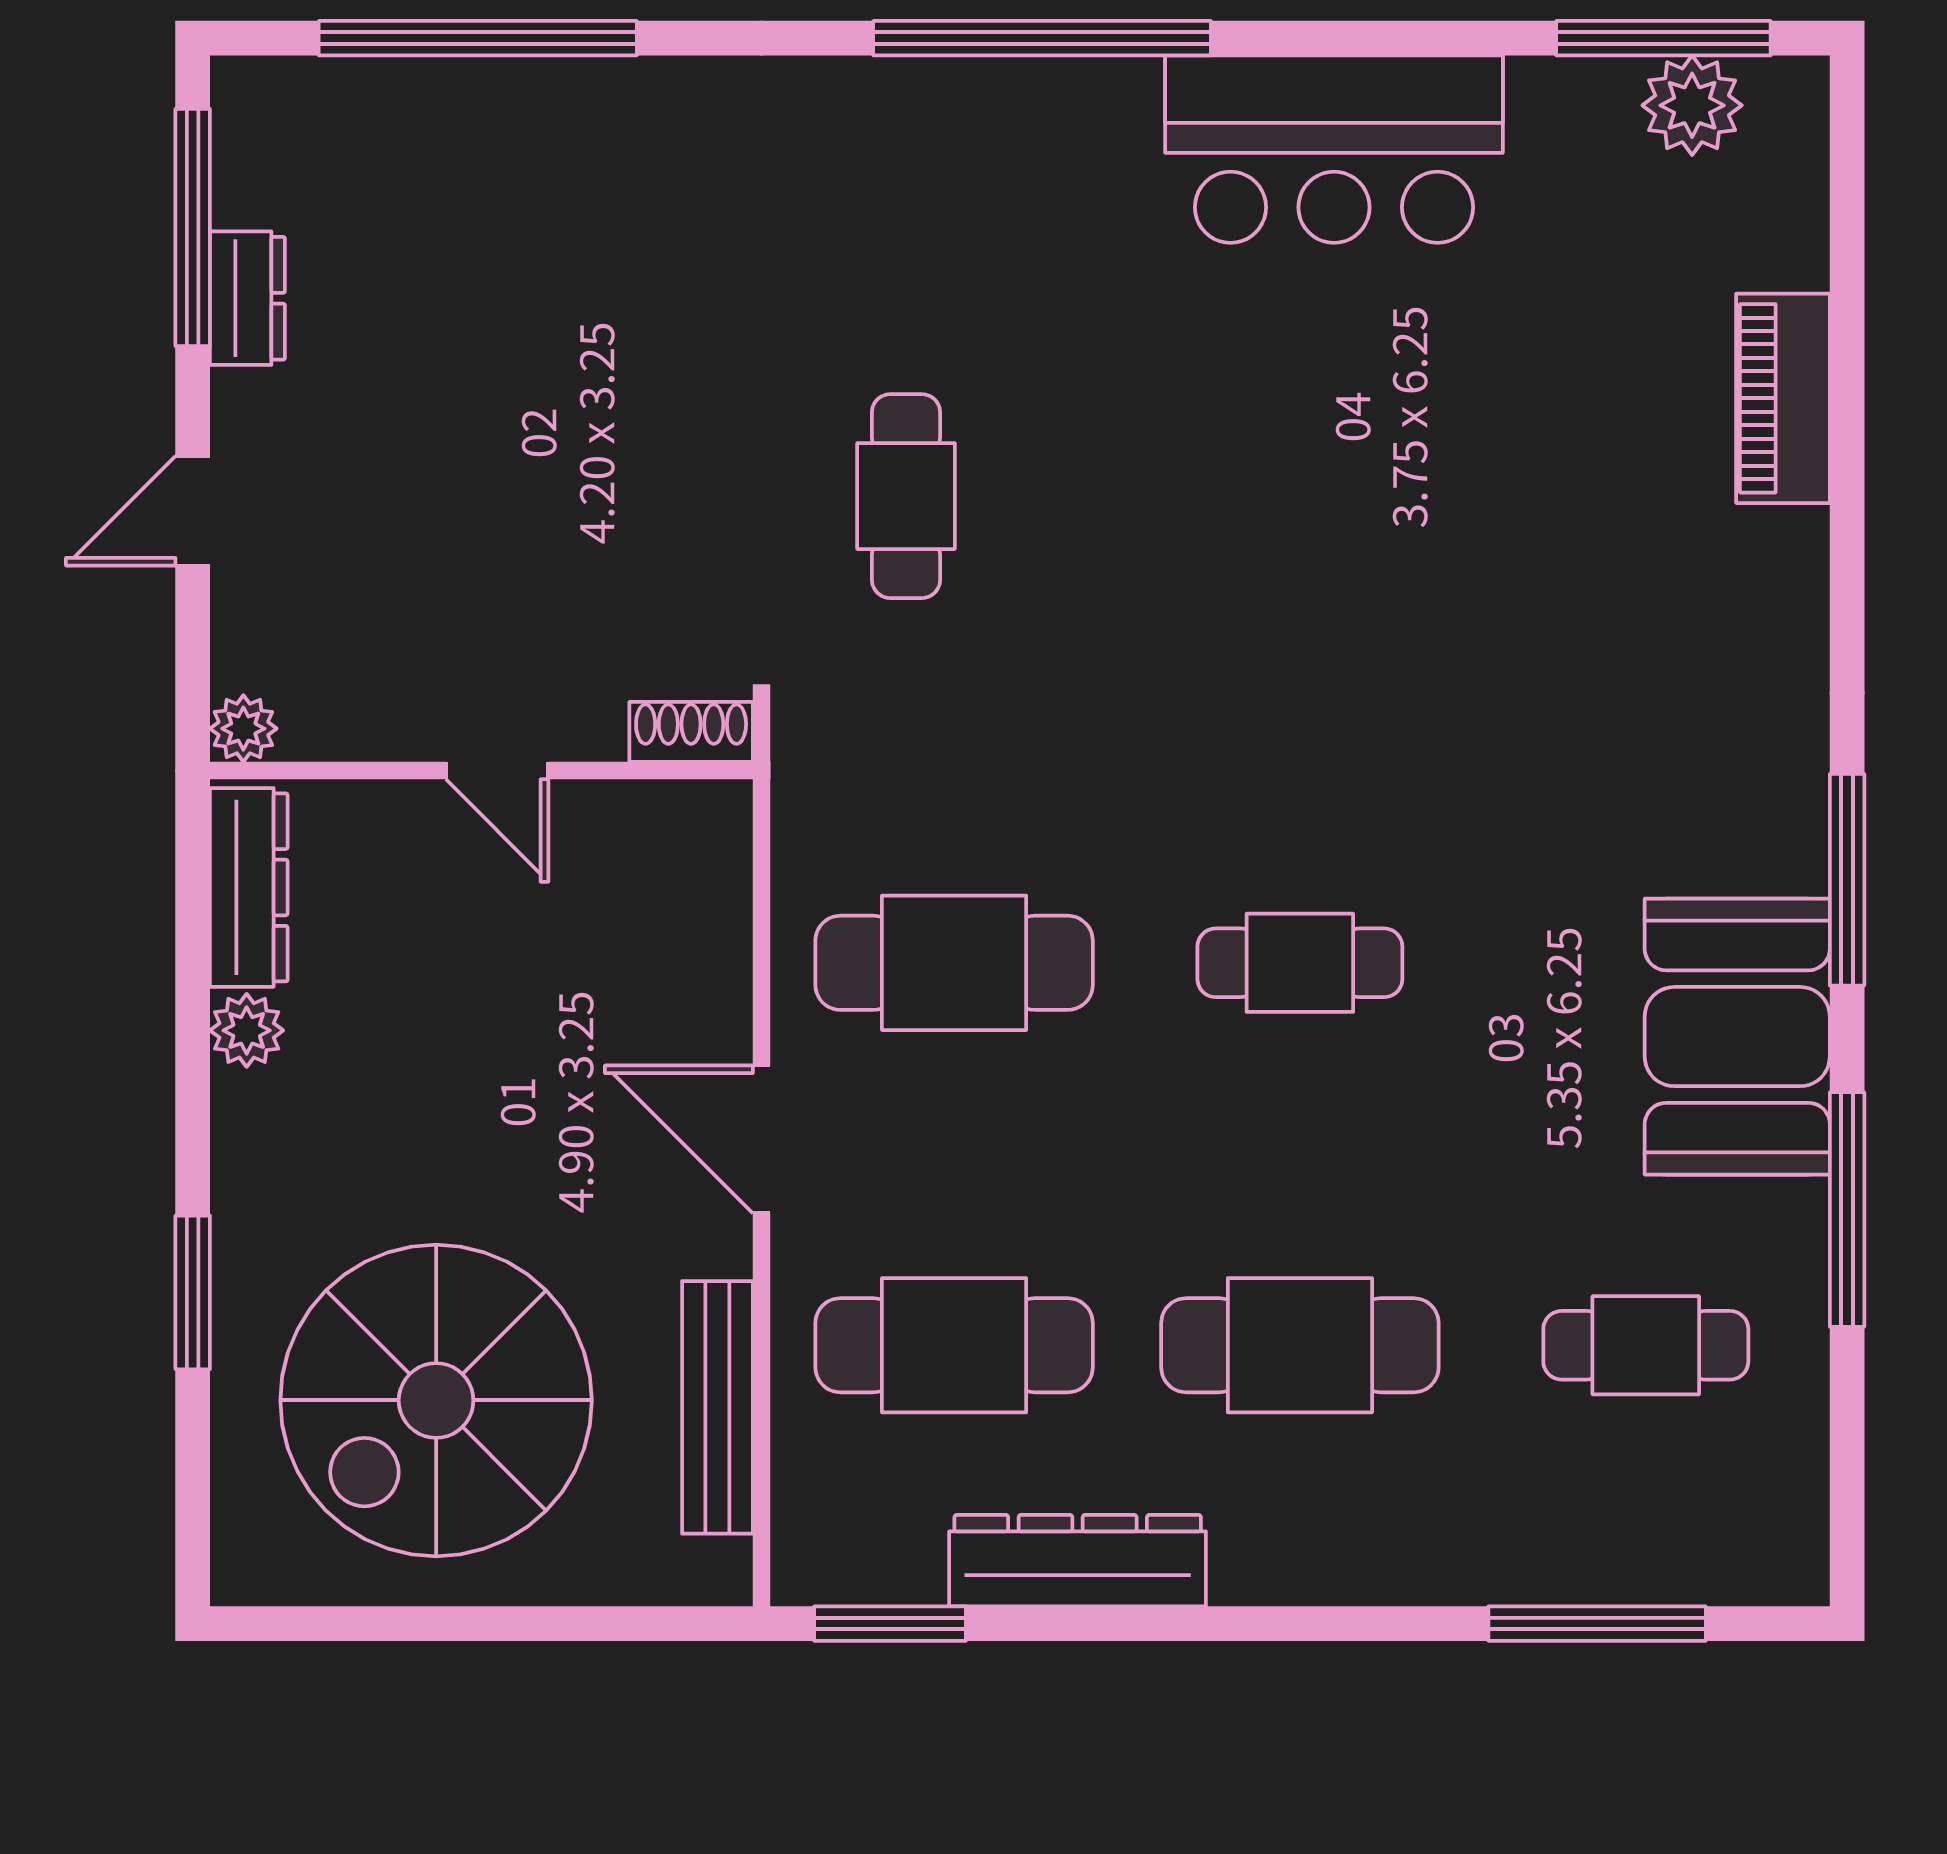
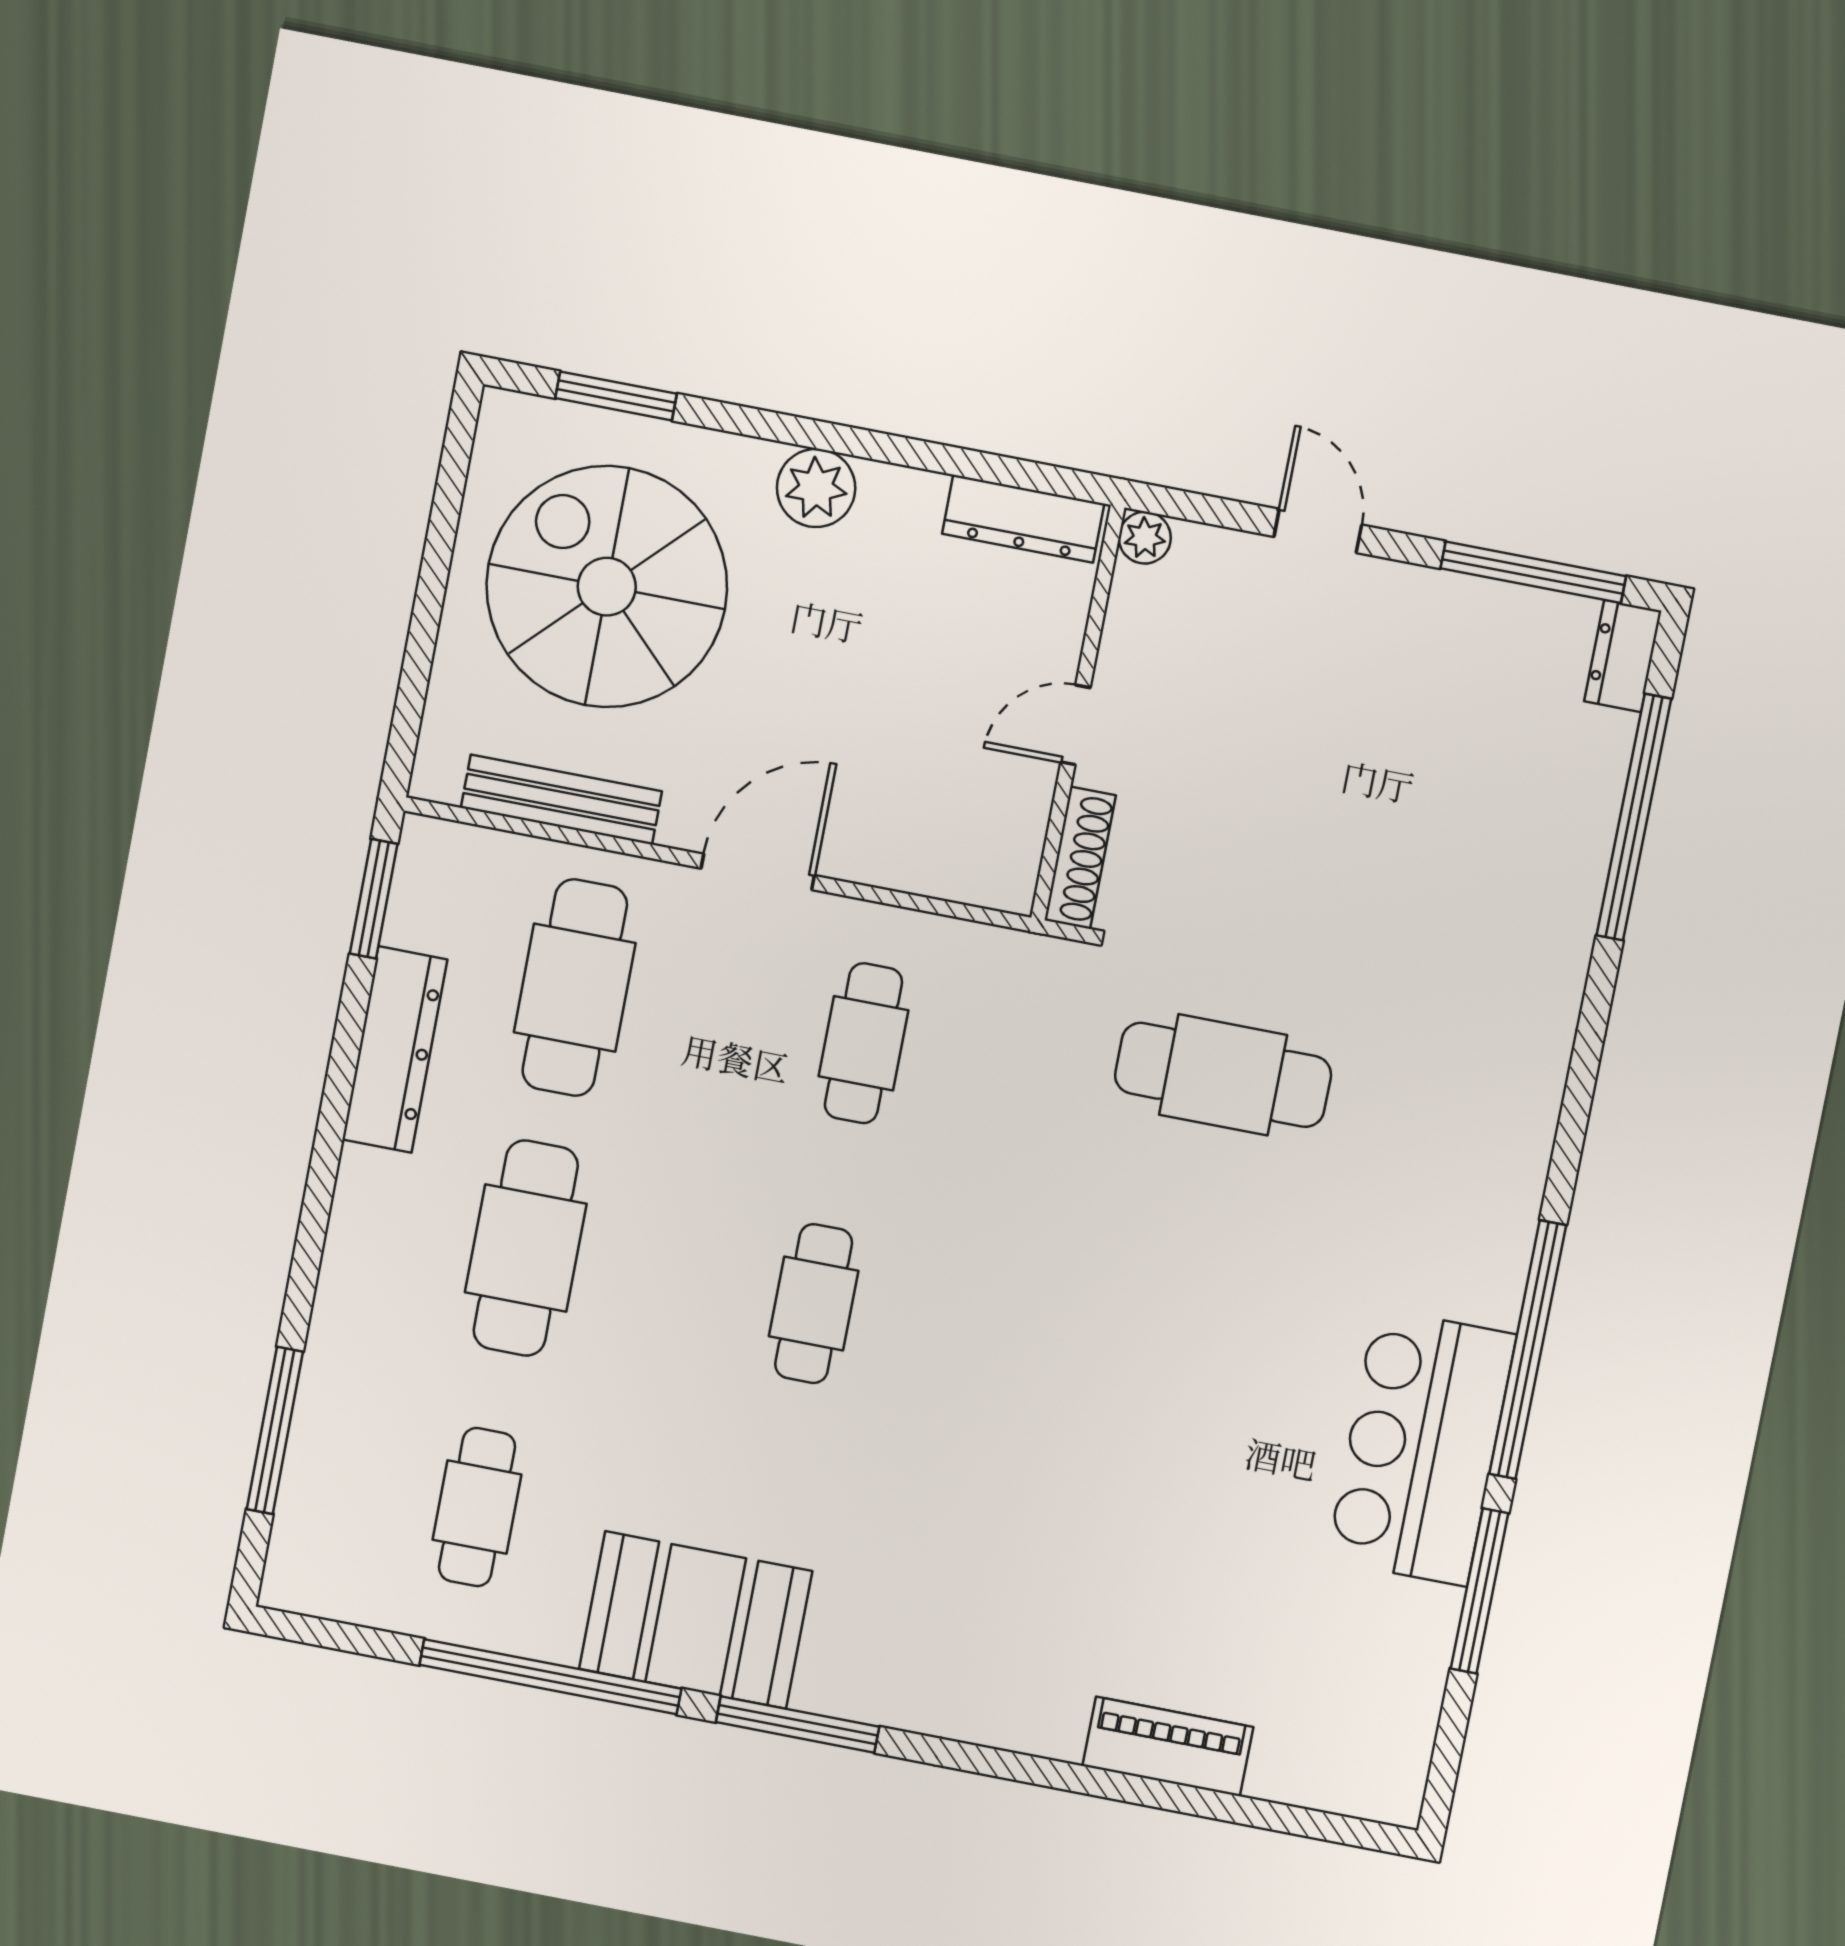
window: (1042, 38) -> (1528, 1350), moved
window: (1663, 38) -> (1480, 1591), moved
plant: (1692, 105) -> (1401, 1721), removed
dresser: (247, 298) -> (1623, 656), moved, turned 90
cafe table: (906, 496) -> (1223, 1075), width x1.37, depth x1.35
shoe rack: (691, 732) -> (1080, 858), width x1.43
cafe table: (954, 963) -> (863, 1043), width x0.73, depth x0.74
plant: (247, 1030) -> (816, 488), moved, width x1.38, depth x1.38
window: (1847, 1209) -> (550, 1677), width x1.46
window: (193, 1292) -> (616, 396), moved

